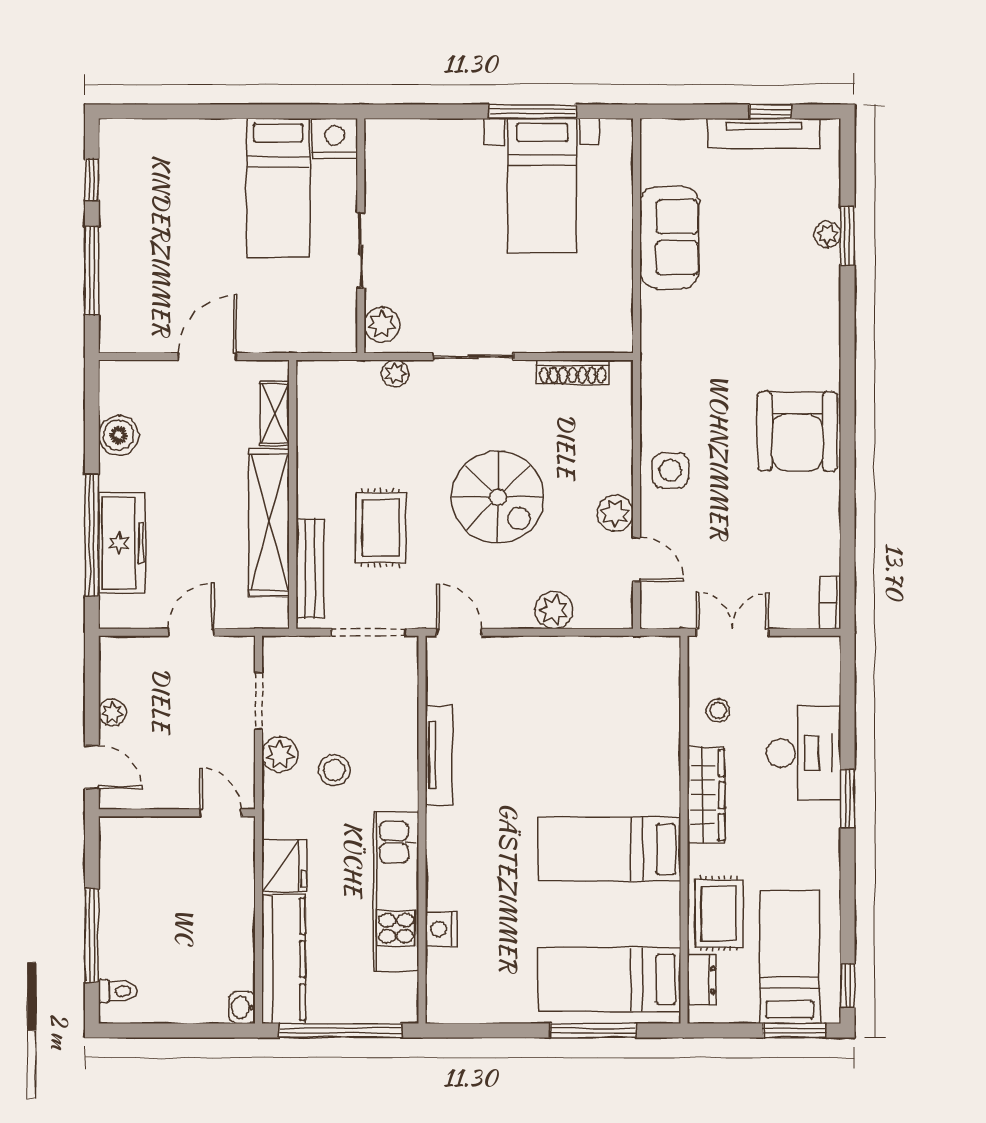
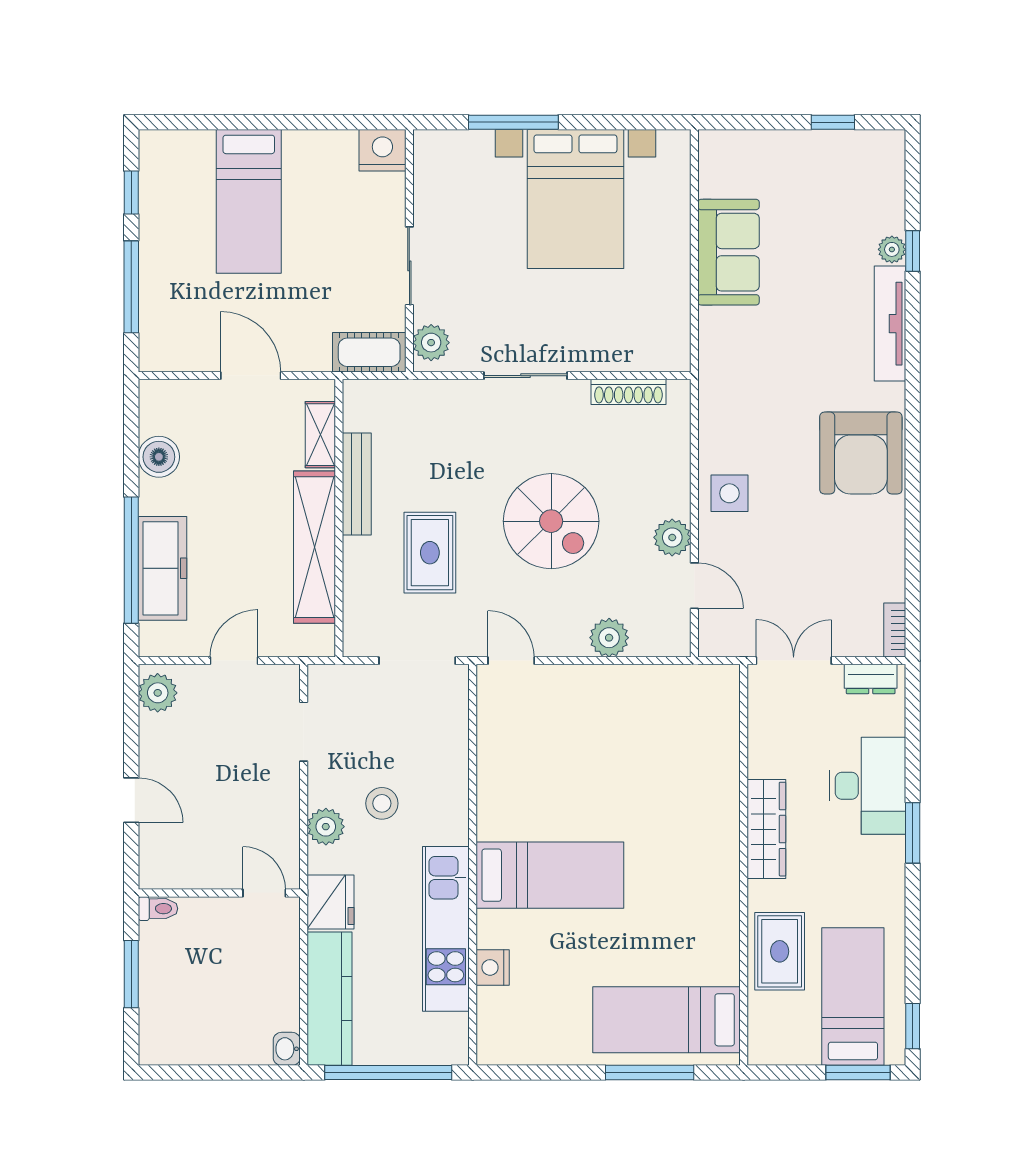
window: (533, 112) -> (513, 122), moved
tv unit: (764, 133) -> (890, 324), moved, turned 90
bed with nightstands: (542, 186) -> (575, 199), width x1.36
bed: (278, 188) -> (249, 201), moved
window: (847, 236) -> (913, 251), width x0.67
cot: (322, 334) -> (369, 352), added
door: (207, 357) -> (251, 376), hinge flipped
plant: (395, 373) -> (445, 393), removed
bench: (310, 569) -> (357, 484), moved
stool: (718, 710) -> (779, 741), removed
plant: (112, 713) -> (158, 693), moved, width x1.38, depth x1.38
plant: (280, 754) -> (326, 827), moved
tv unit: (439, 755) -> (490, 788), removed
wall: (177, 813) -> (219, 893), moved
door: (220, 813) -> (264, 893), moved
bed: (609, 849) -> (550, 875), moved, turned 180
window: (92, 935) -> (131, 974), width x0.69
dresser: (702, 980) -> (871, 679), moved, turned 90
toilet: (118, 991) -> (158, 909), moved

